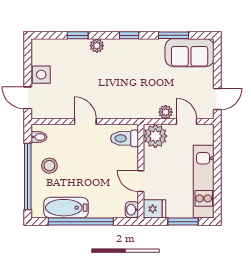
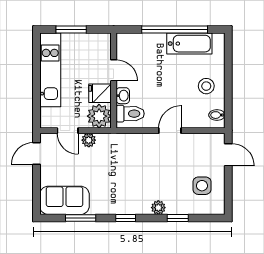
side table: (41, 75) -> (202, 186), moved
door: (85, 122) -> (170, 131), swing flipped
window: (28, 176) -> (228, 75), removed
fridge: (155, 209) -> (100, 93), moved
washbasin: (132, 210) -> (123, 96), moved

